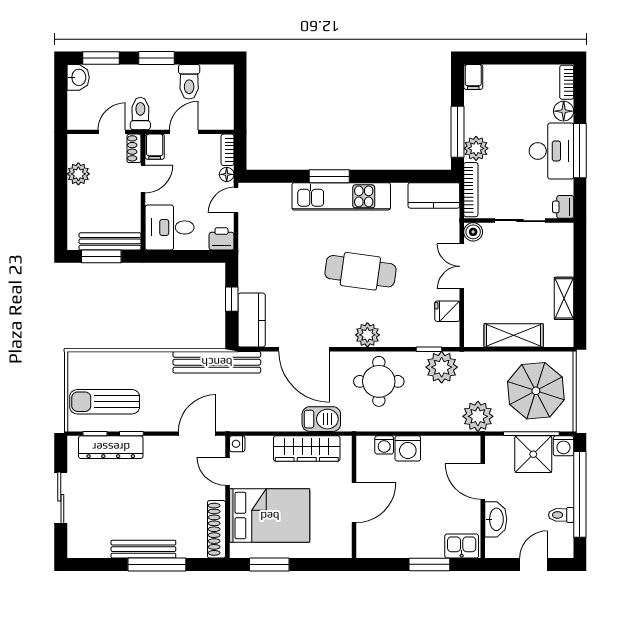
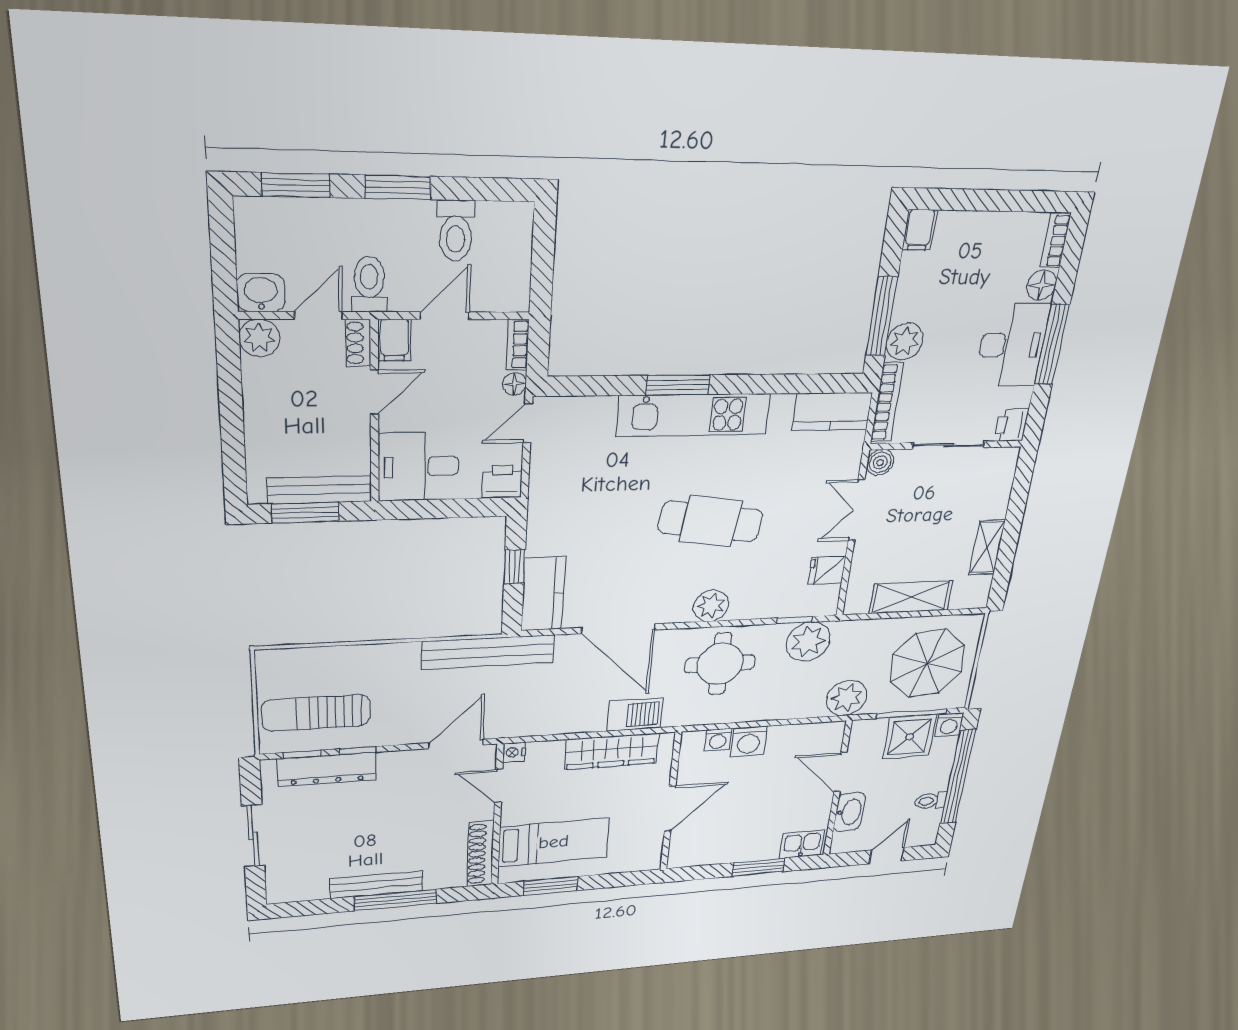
washbasin: (78, 77) -> (261, 293), moved, turned -90
plant: (78, 174) -> (259, 338), moved
bed: (270, 516) -> (554, 842), width x0.67

